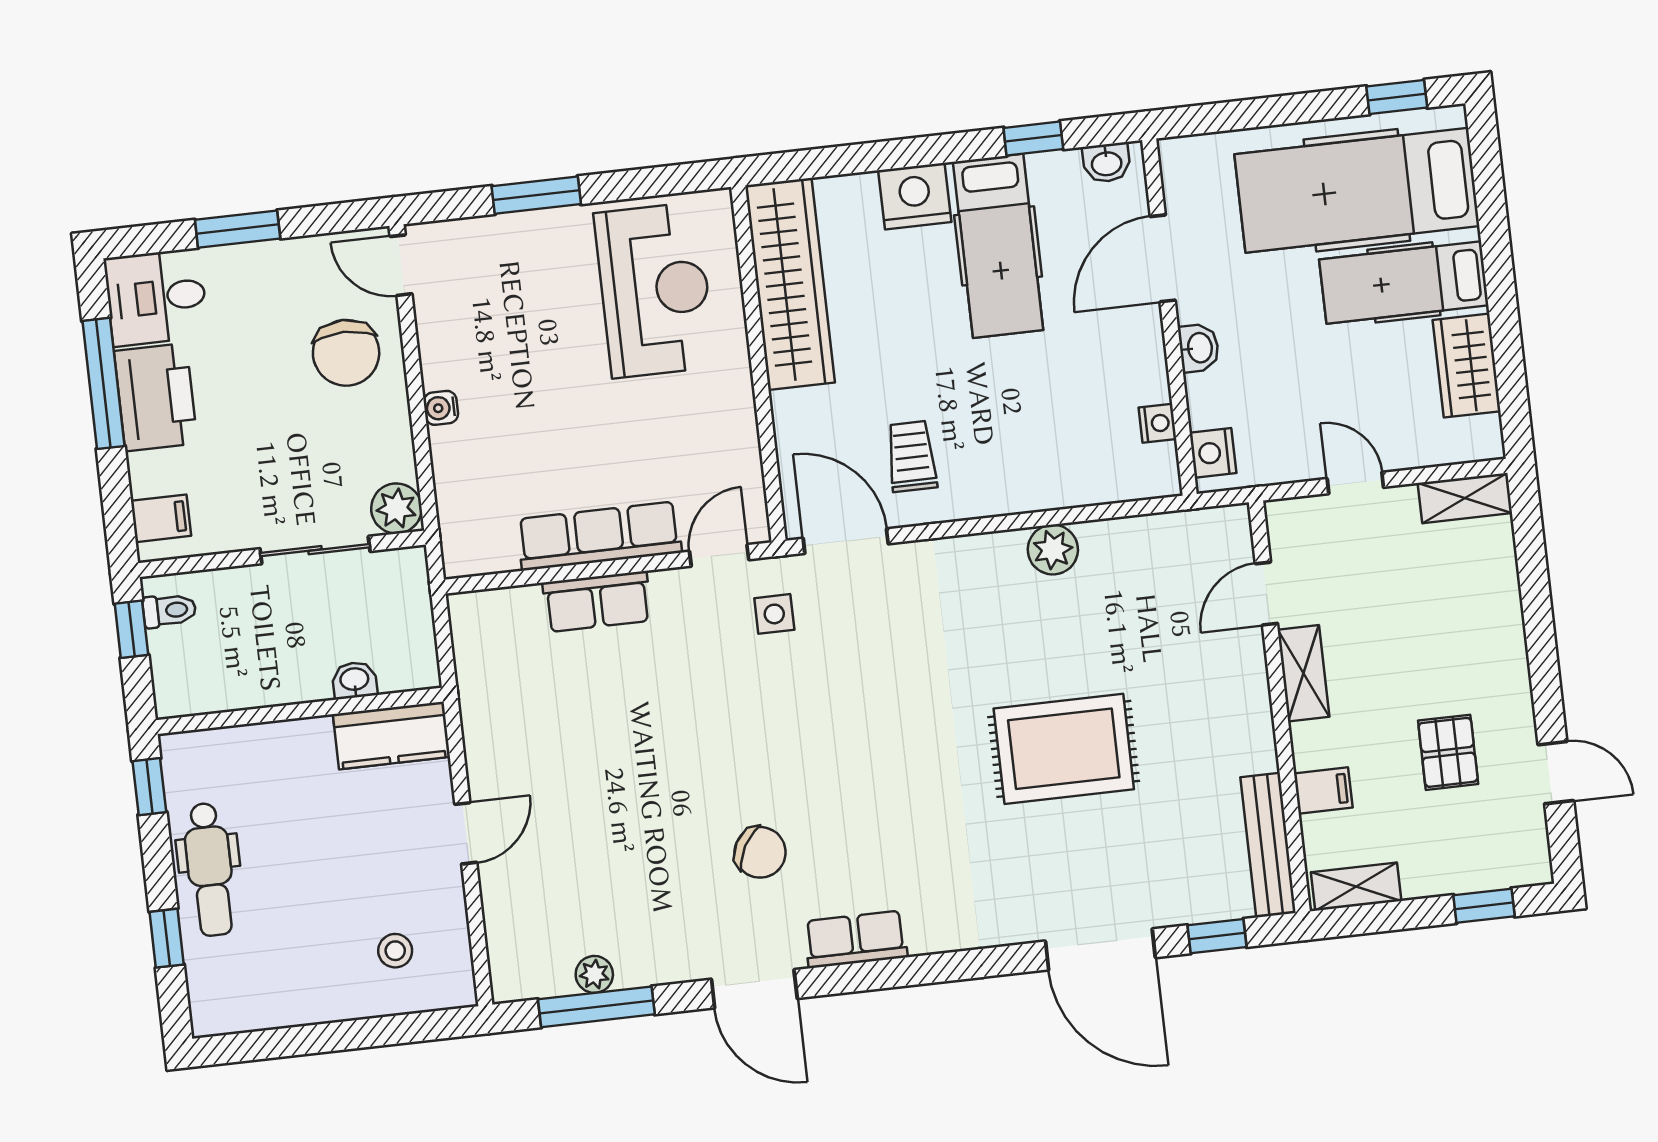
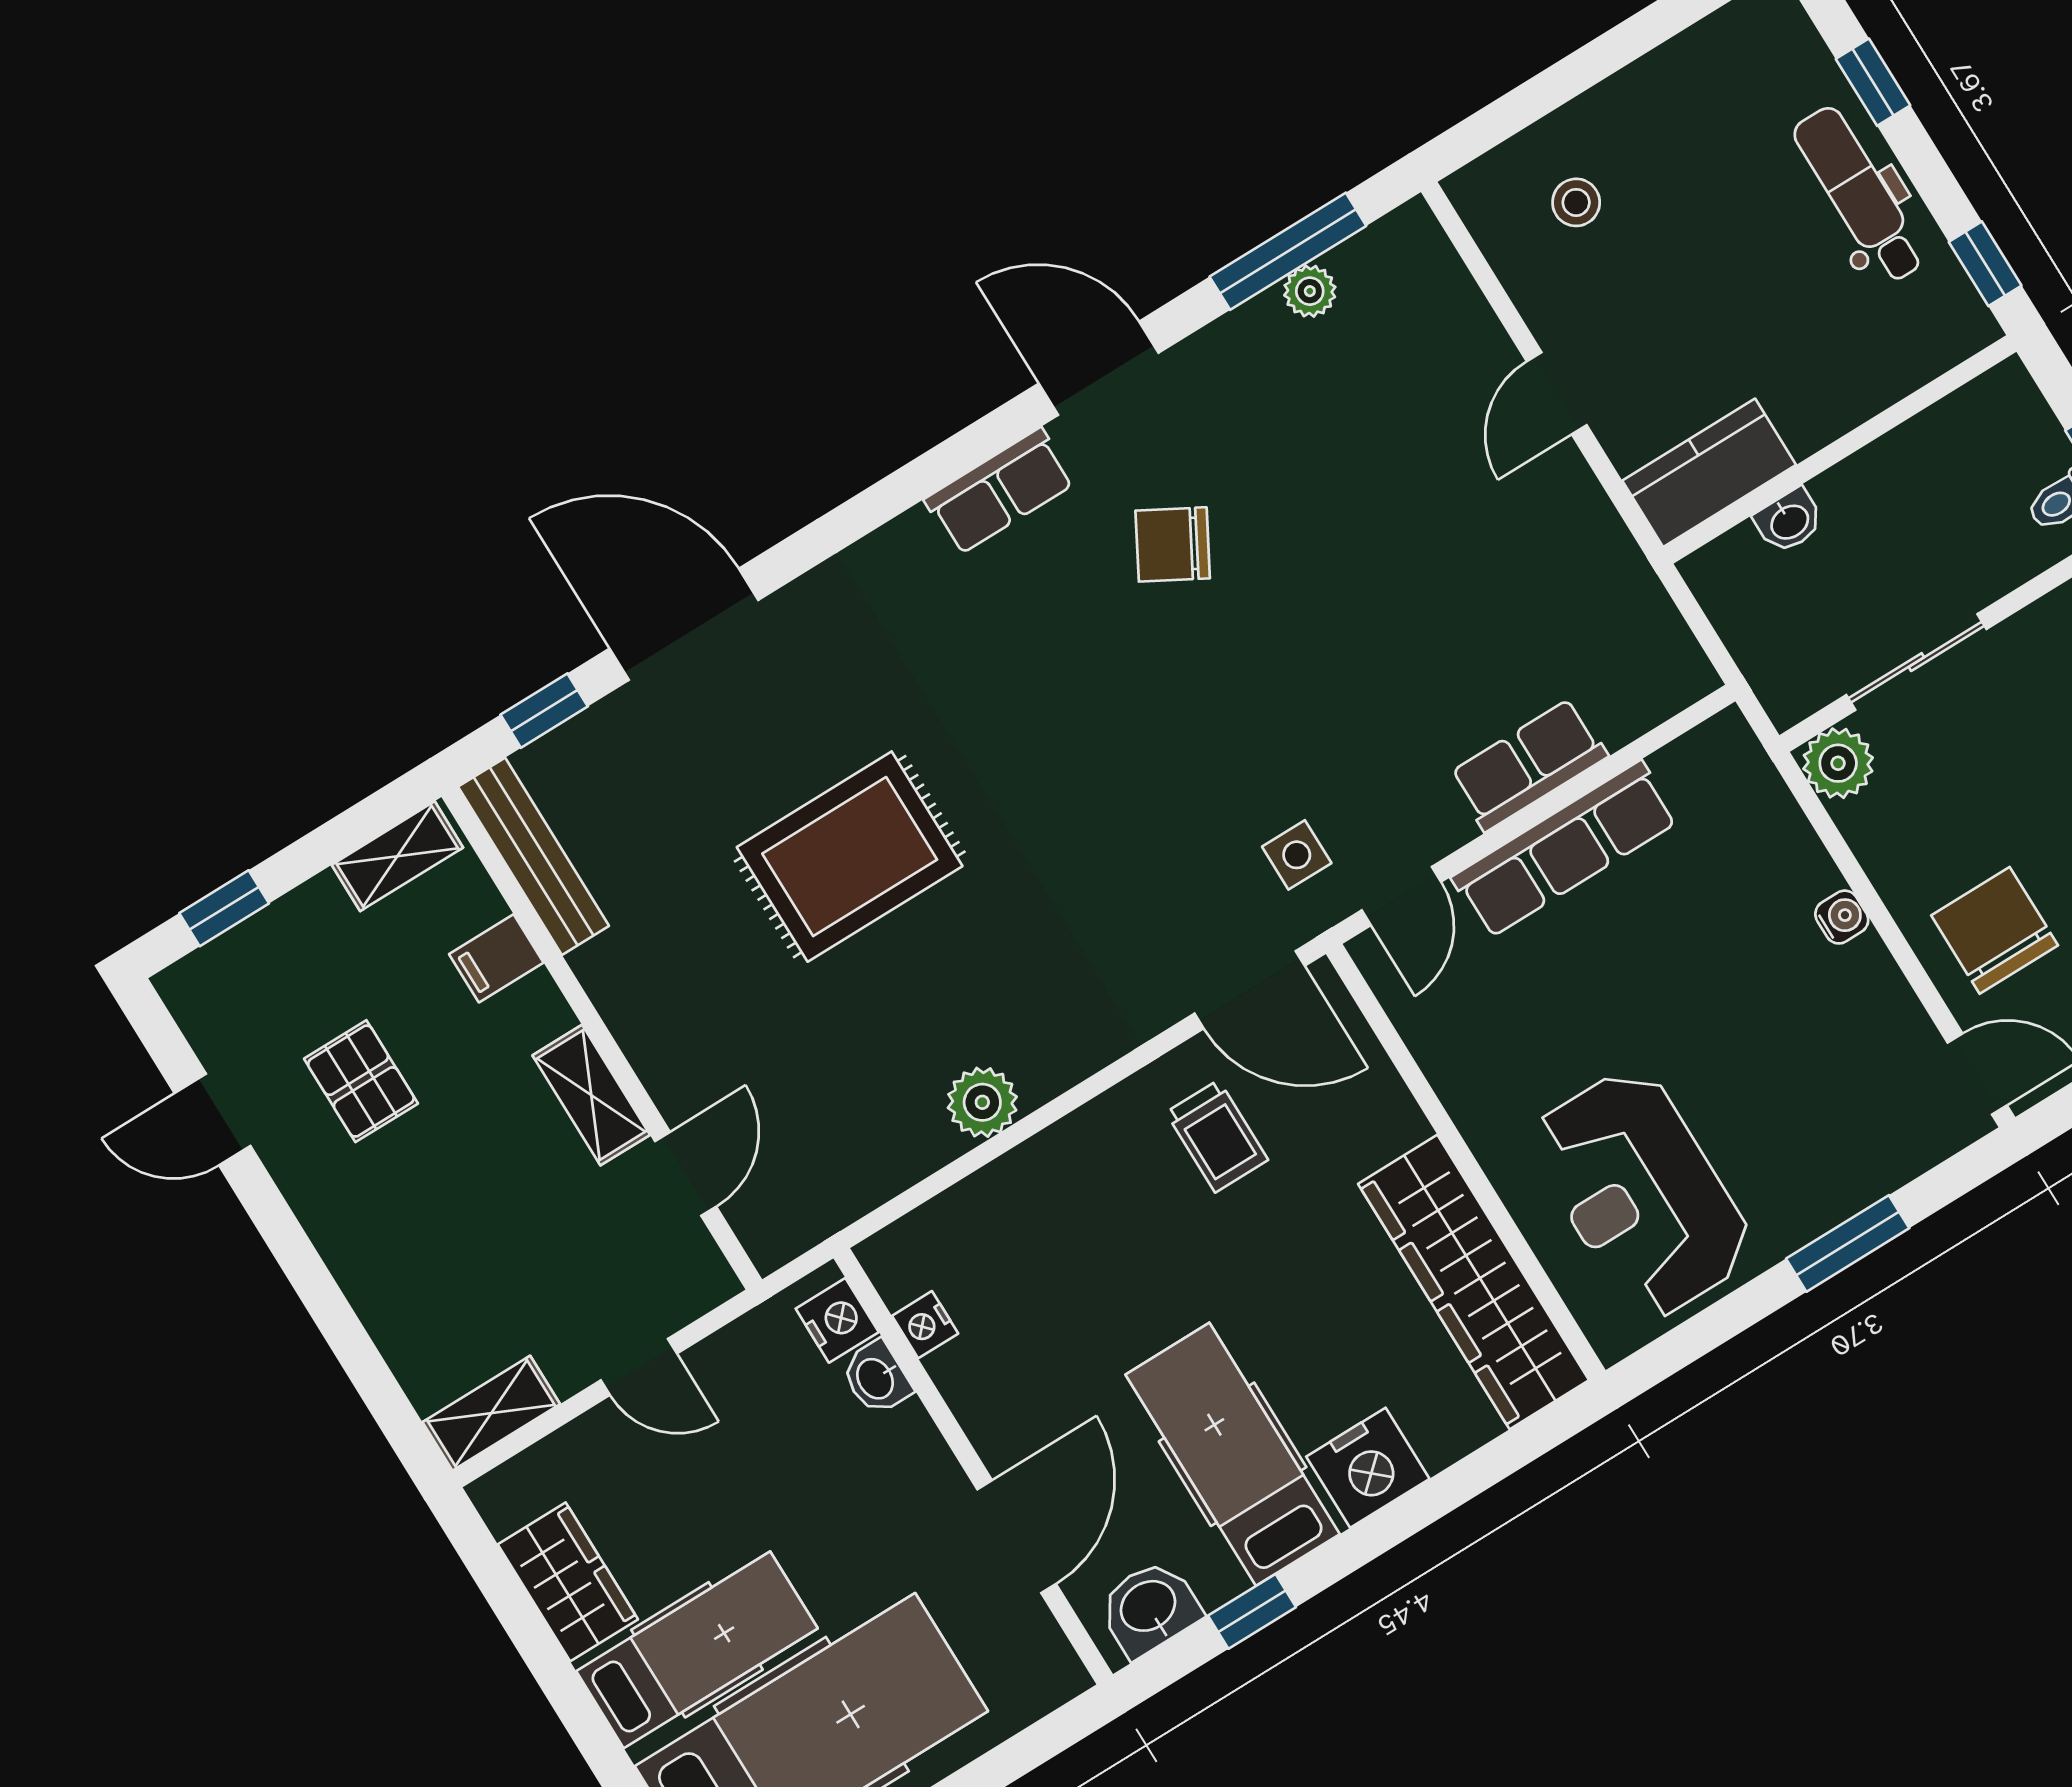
washbasin: (1107, 163) -> (1149, 1608), width x1.38, depth x1.45
washbasin: (1199, 348) -> (876, 1378), moved

